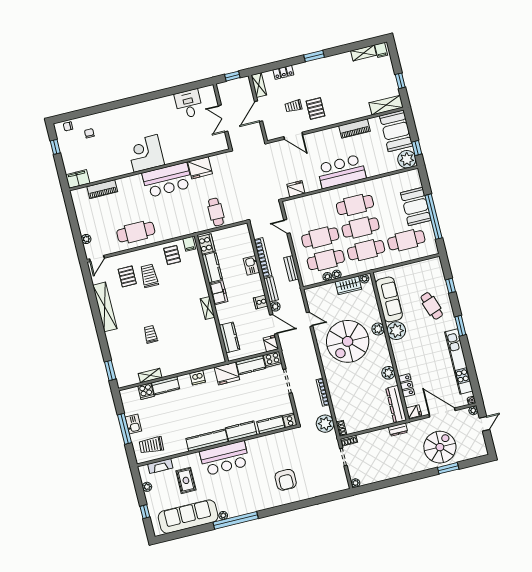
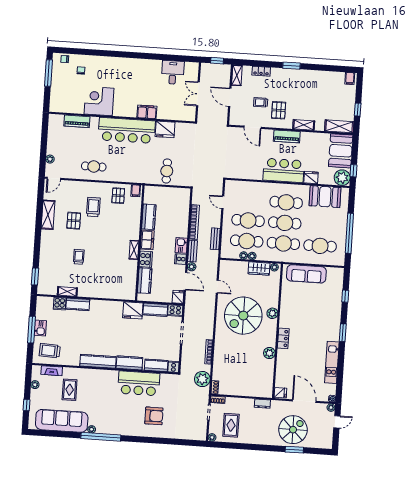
shelving: (363, 53) -> (304, 125), moved
door: (259, 111) -> (230, 97), hinge flipped
piano: (354, 129) -> (287, 136), moved
window: (55, 147) -> (49, 73), width x2.17
corner desk: (146, 153) -> (99, 101), moved
filing cabinet: (78, 179) -> (147, 112), moved
bar counter: (167, 180) -> (127, 130), width x1.36
fridge: (296, 189) -> (311, 178), moved
booth: (416, 207) -> (325, 197), moved, turned 90
cafe table: (136, 232) -> (94, 166), width x0.73, depth x0.74
cooker: (206, 244) -> (146, 259), moved
kitchen sink: (251, 265) -> (181, 245), moved
pallet: (127, 276) -> (74, 221), moved
sofa: (389, 299) -> (306, 274), moved, turned 90
cafe table: (432, 306) -> (324, 308), removed
shelving: (105, 307) -> (48, 215), width x0.68
plant: (396, 331) -> (287, 320), removed
kitchen unit: (459, 362) -> (332, 362), width x0.73
dishwasher: (198, 378) -> (107, 306), removed
locker: (406, 385) -> (283, 338), moved
dresser: (396, 404) -> (268, 382), removed
bar counter: (225, 458) -> (139, 383), moved
rug: (372, 464) -> (231, 425), added
armchair: (286, 480) -> (154, 416), turned -90

